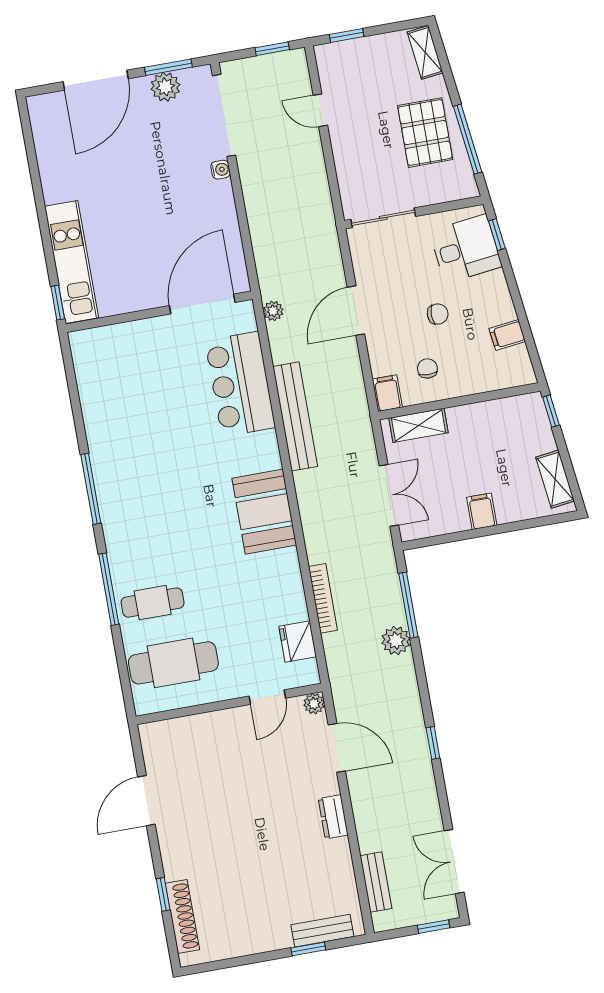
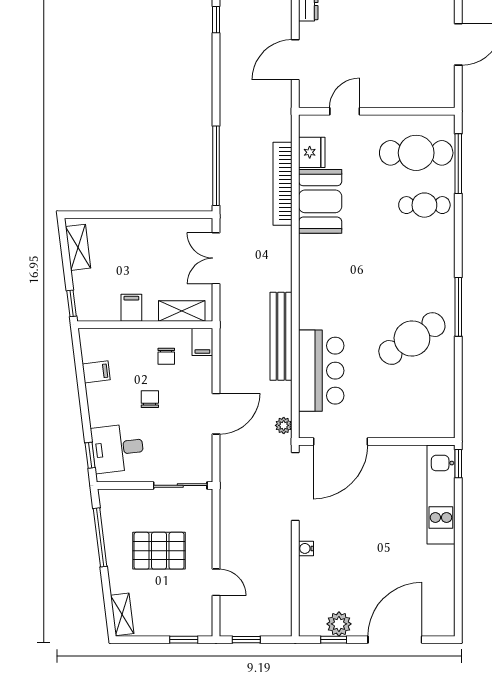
window: (168, 67) -> (334, 640), width x0.67
doorway: (224, 115) -> (295, 487), moved
pallet: (425, 133) -> (159, 551), moved, turned 90
chair: (438, 314) -> (150, 399), turned 90
cafe table: (139, 441) -> (412, 339), added
filing cabinet: (482, 511) -> (131, 308), moved, turned 180
booth: (264, 512) -> (320, 201), moved
window: (109, 589) -> (458, 164), moved
bookcase: (323, 598) -> (283, 184), width x1.48, depth x1.31
window: (408, 605) -> (216, 166), width x1.46
plant: (396, 641) -> (231, 139), removed
plant: (314, 704) -> (307, 99), removed
window: (433, 743) -> (216, 20), moved
door: (337, 748) -> (295, 60), hinge flipped

